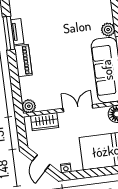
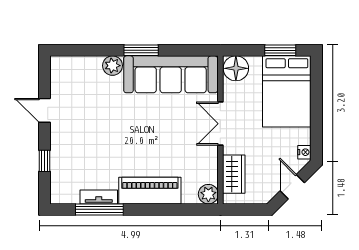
piano: (23, 61) -> (150, 191), width x1.37, depth x1.33
door: (41, 163) -> (292, 187), swing flipped

